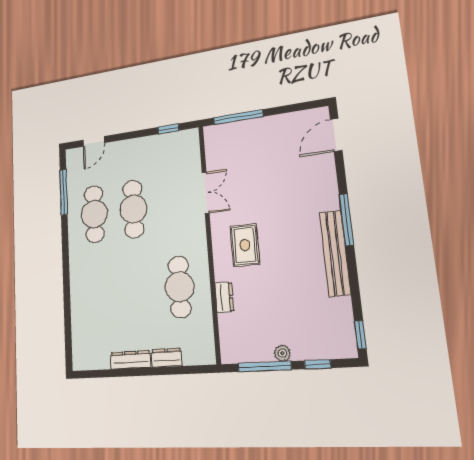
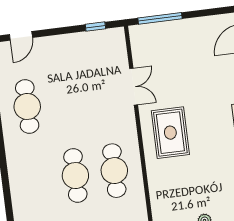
cafe table: (133, 209) -> (75, 176), moved
rug: (245, 245) -> (170, 133), width x1.36, depth x1.43
dresser: (224, 297) -> (154, 178), removed

